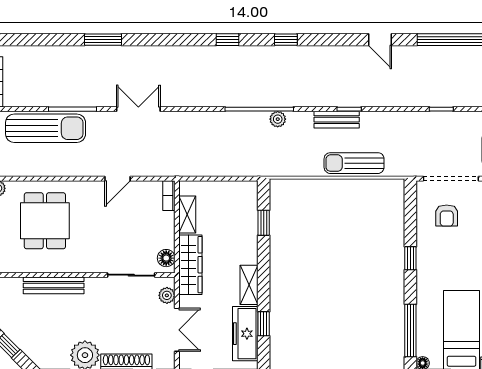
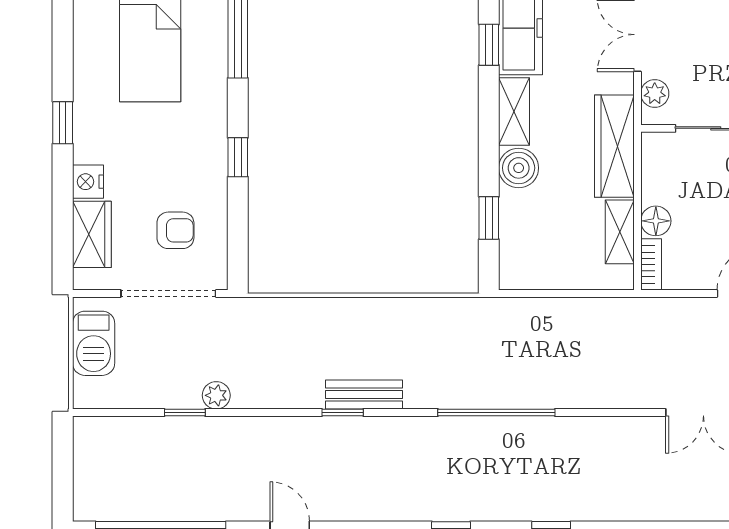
plant: (278, 119) -> (216, 395), moved
sun lounger: (354, 163) -> (334, 320), removed
armchair: (447, 215) -> (175, 230), turned 90
boiler: (246, 252) -> (519, 168), added
floor lamp: (166, 258) -> (656, 221), moved

